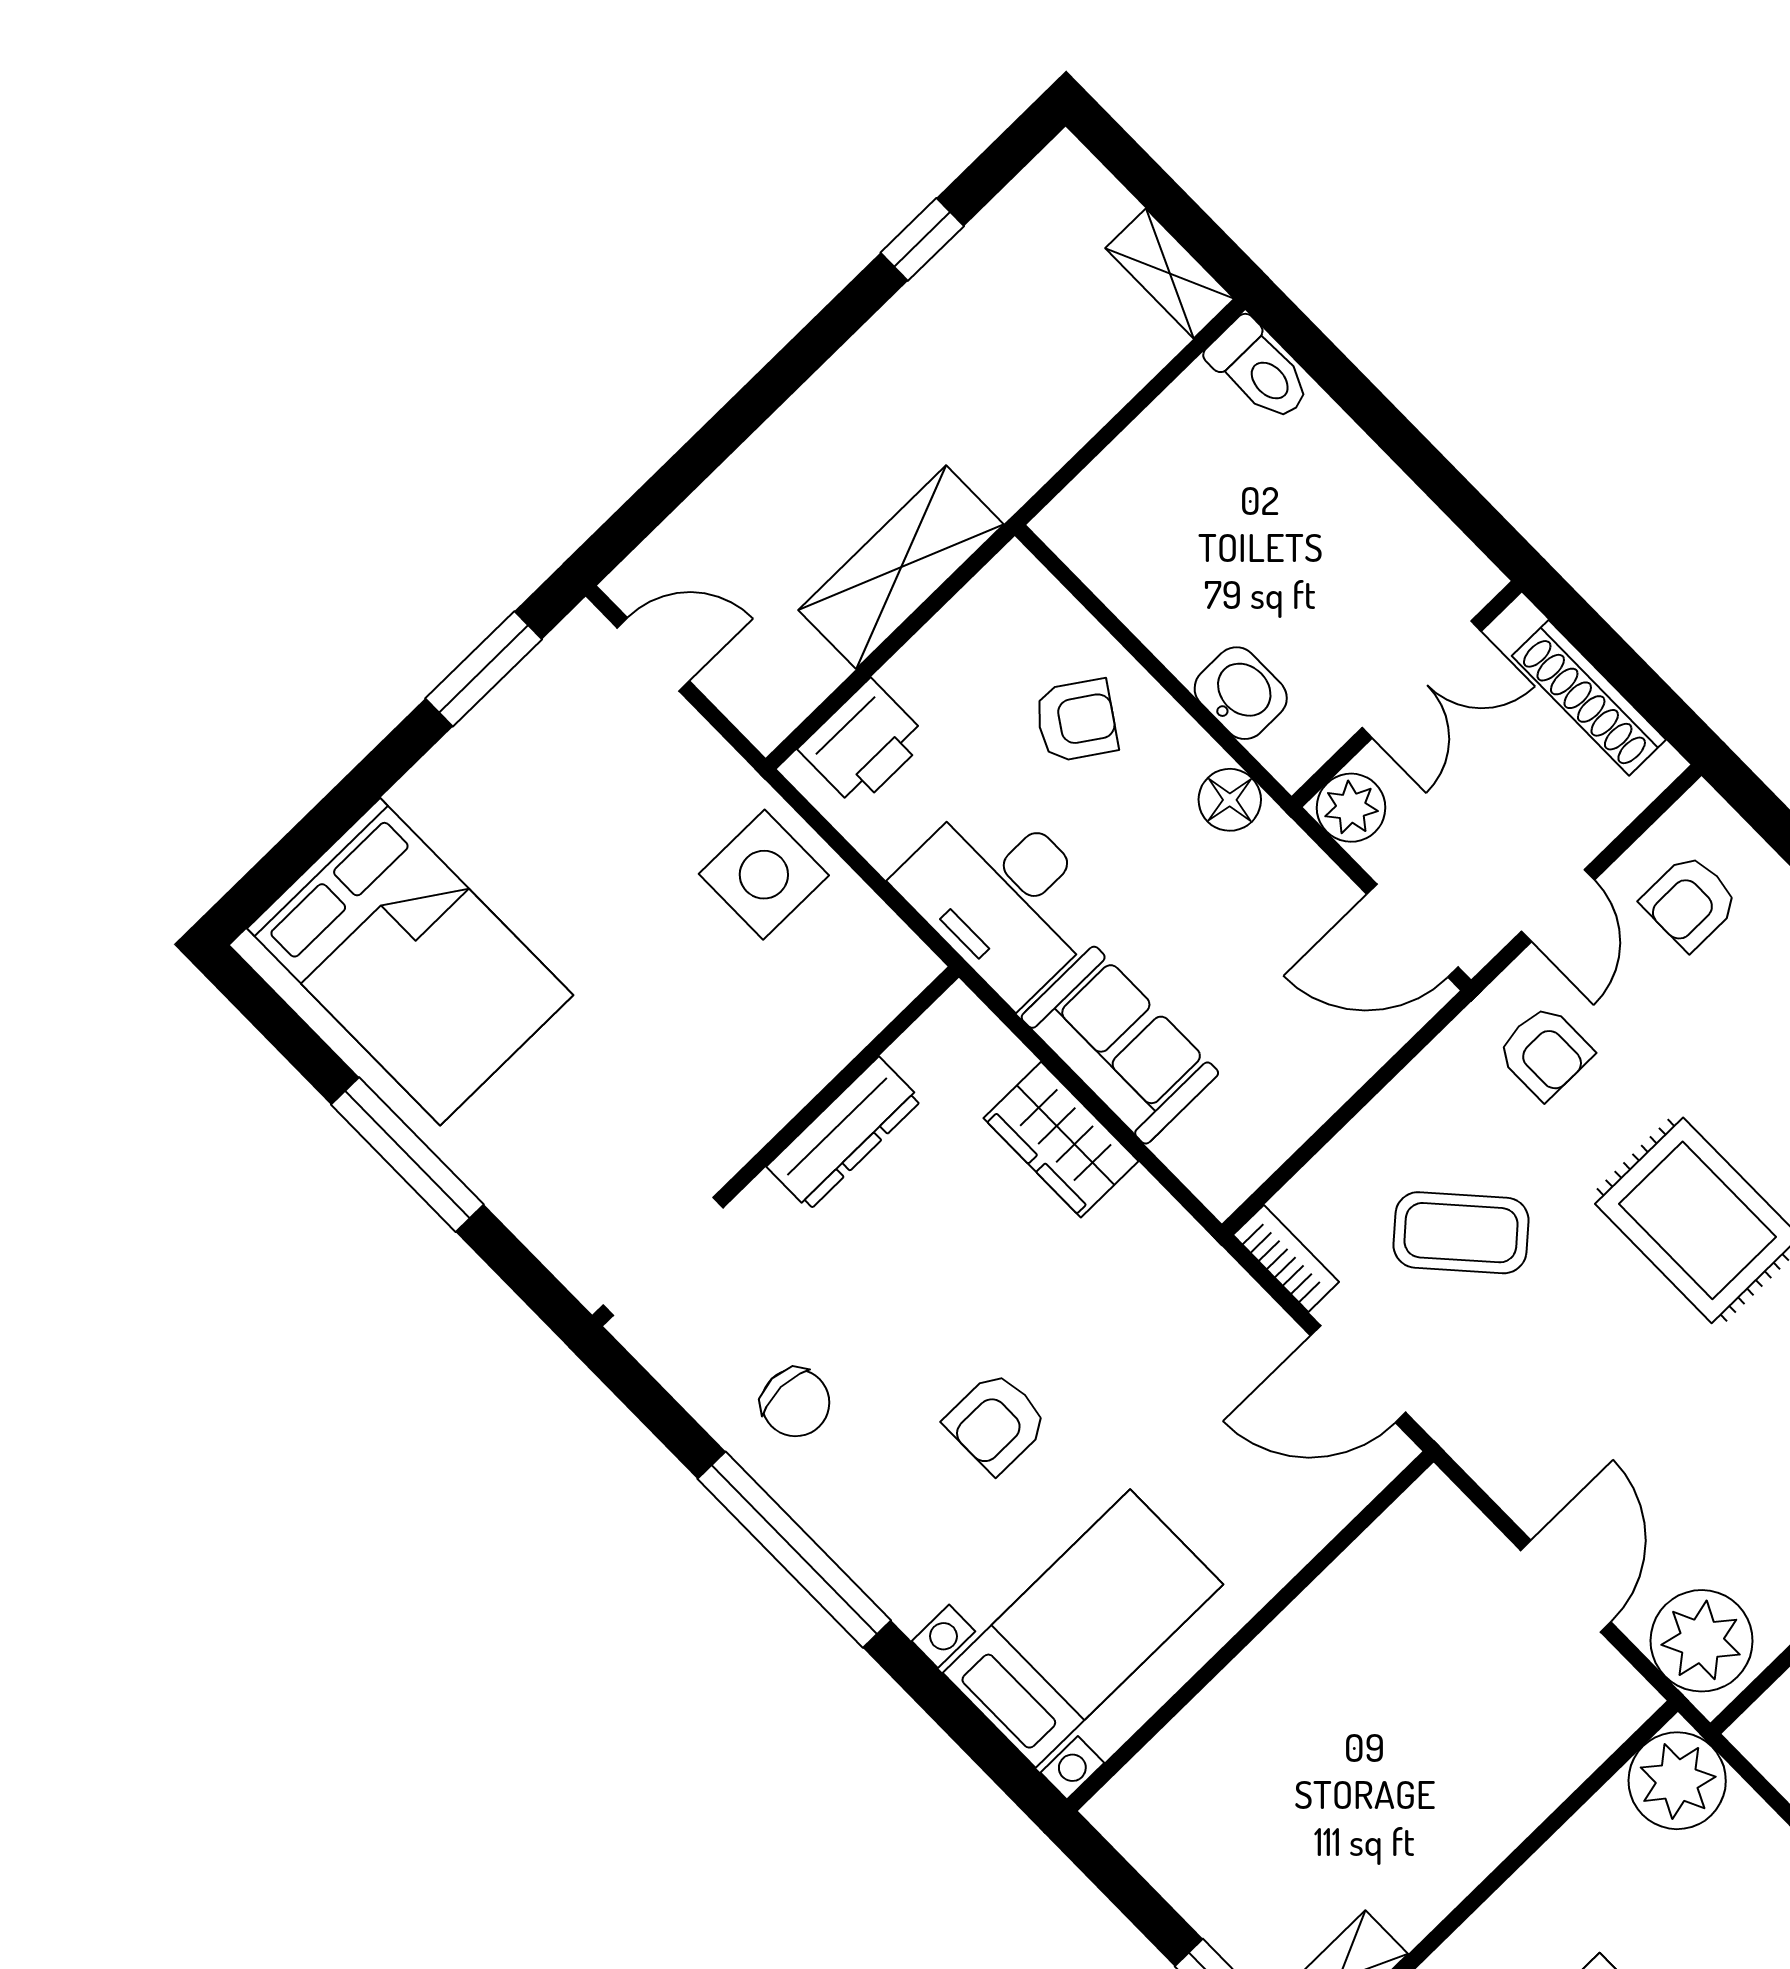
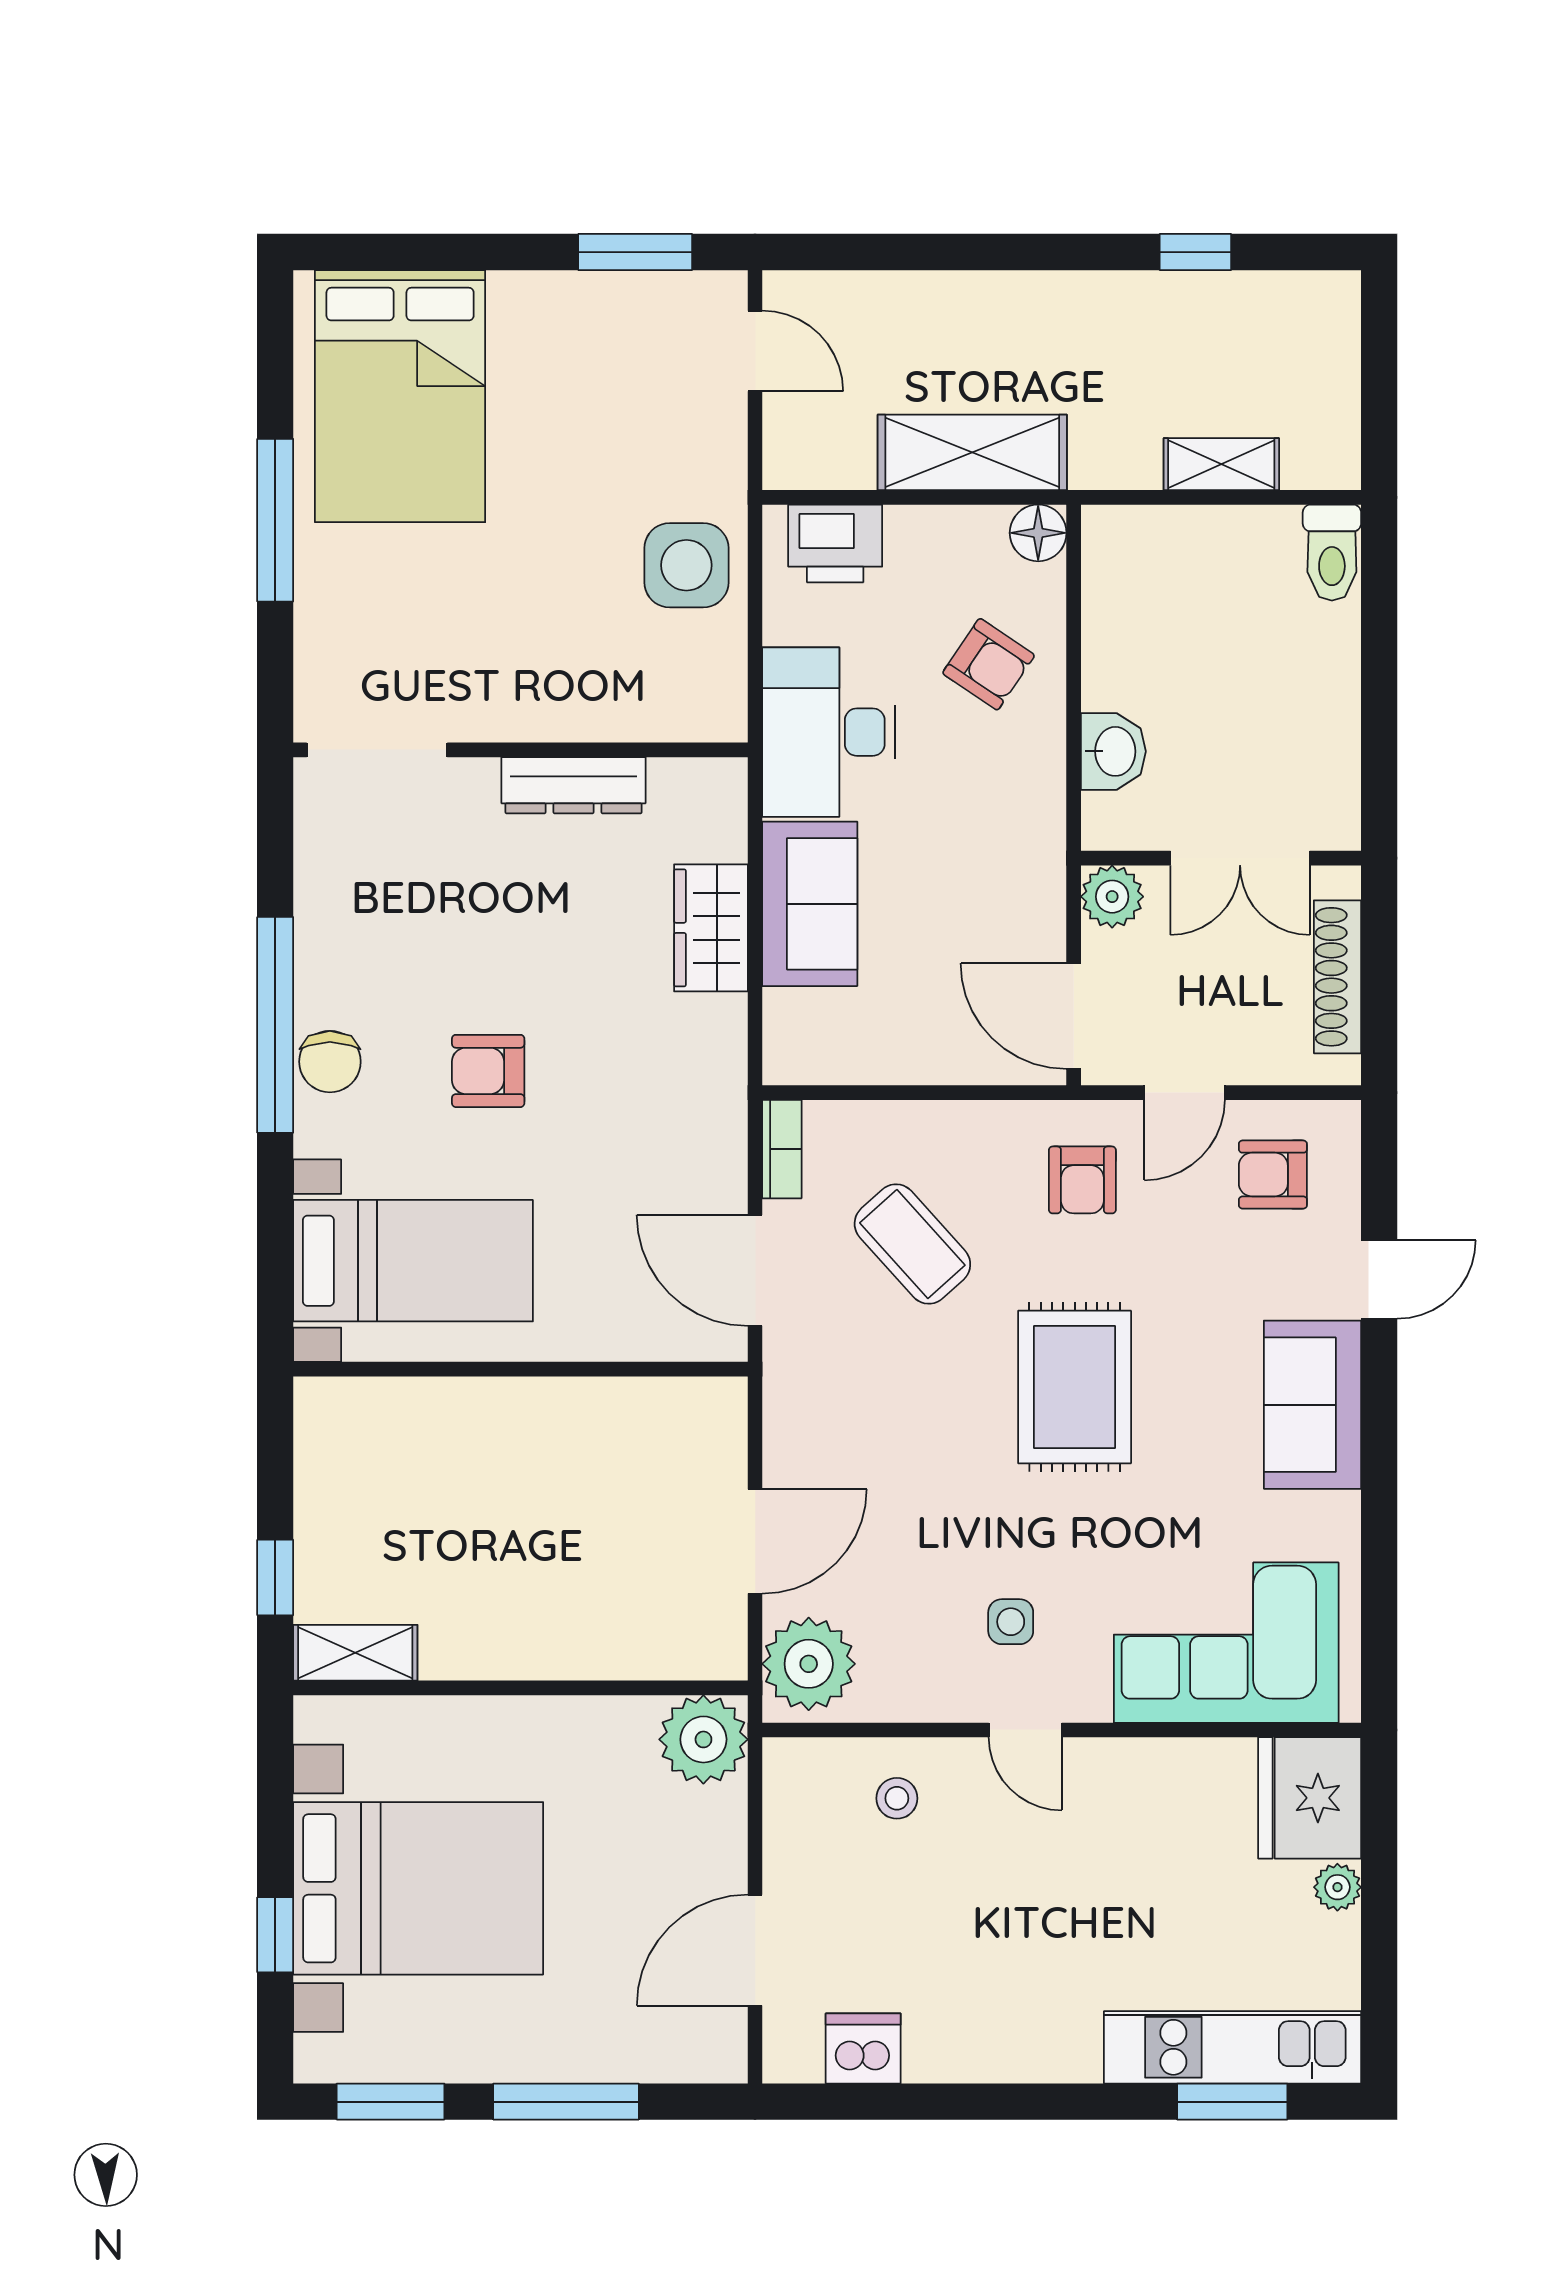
shelving: (1170, 273) -> (1221, 464), moved, turned 90
floor lamp: (1230, 800) -> (1038, 533), moved
chair: (796, 1403) -> (330, 1062), moved

